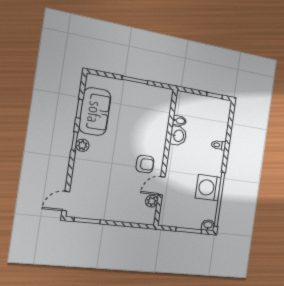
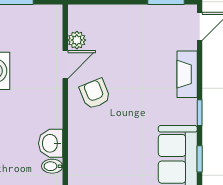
plant: (82, 145) -> (188, 108), removed
armchair: (145, 164) -> (95, 94), turned 68
fireplace: (80, 169) -> (187, 74), added

